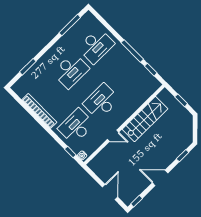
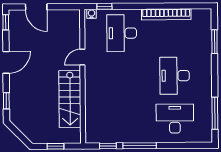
desk: (96, 46) -> (175, 119), turned 90
desk: (101, 101) -> (122, 76), removed
desk: (76, 126) -> (122, 33), turned 180

